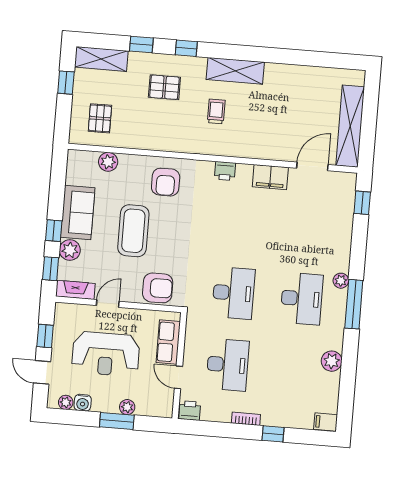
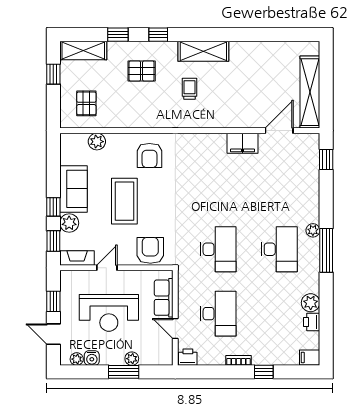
printer: (225, 171) -> (312, 322), moved, turned 90
armchair: (158, 288) -> (150, 250), turned -90

